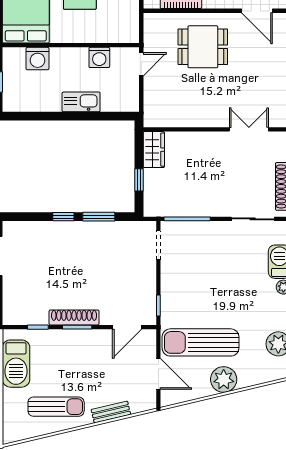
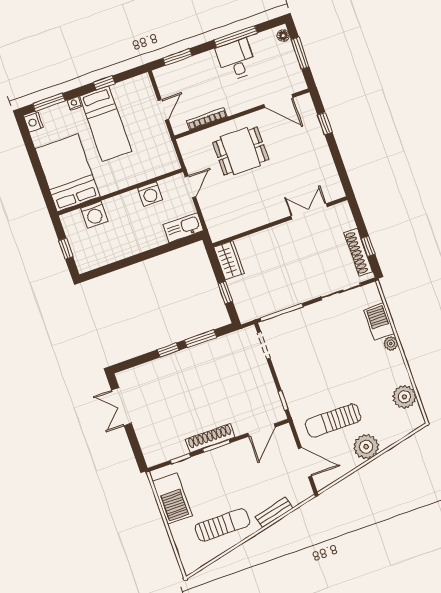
kitchen sink: (81, 102) -> (183, 228), moved
sun lounger: (200, 342) -> (333, 420), width x0.73, depth x0.75

